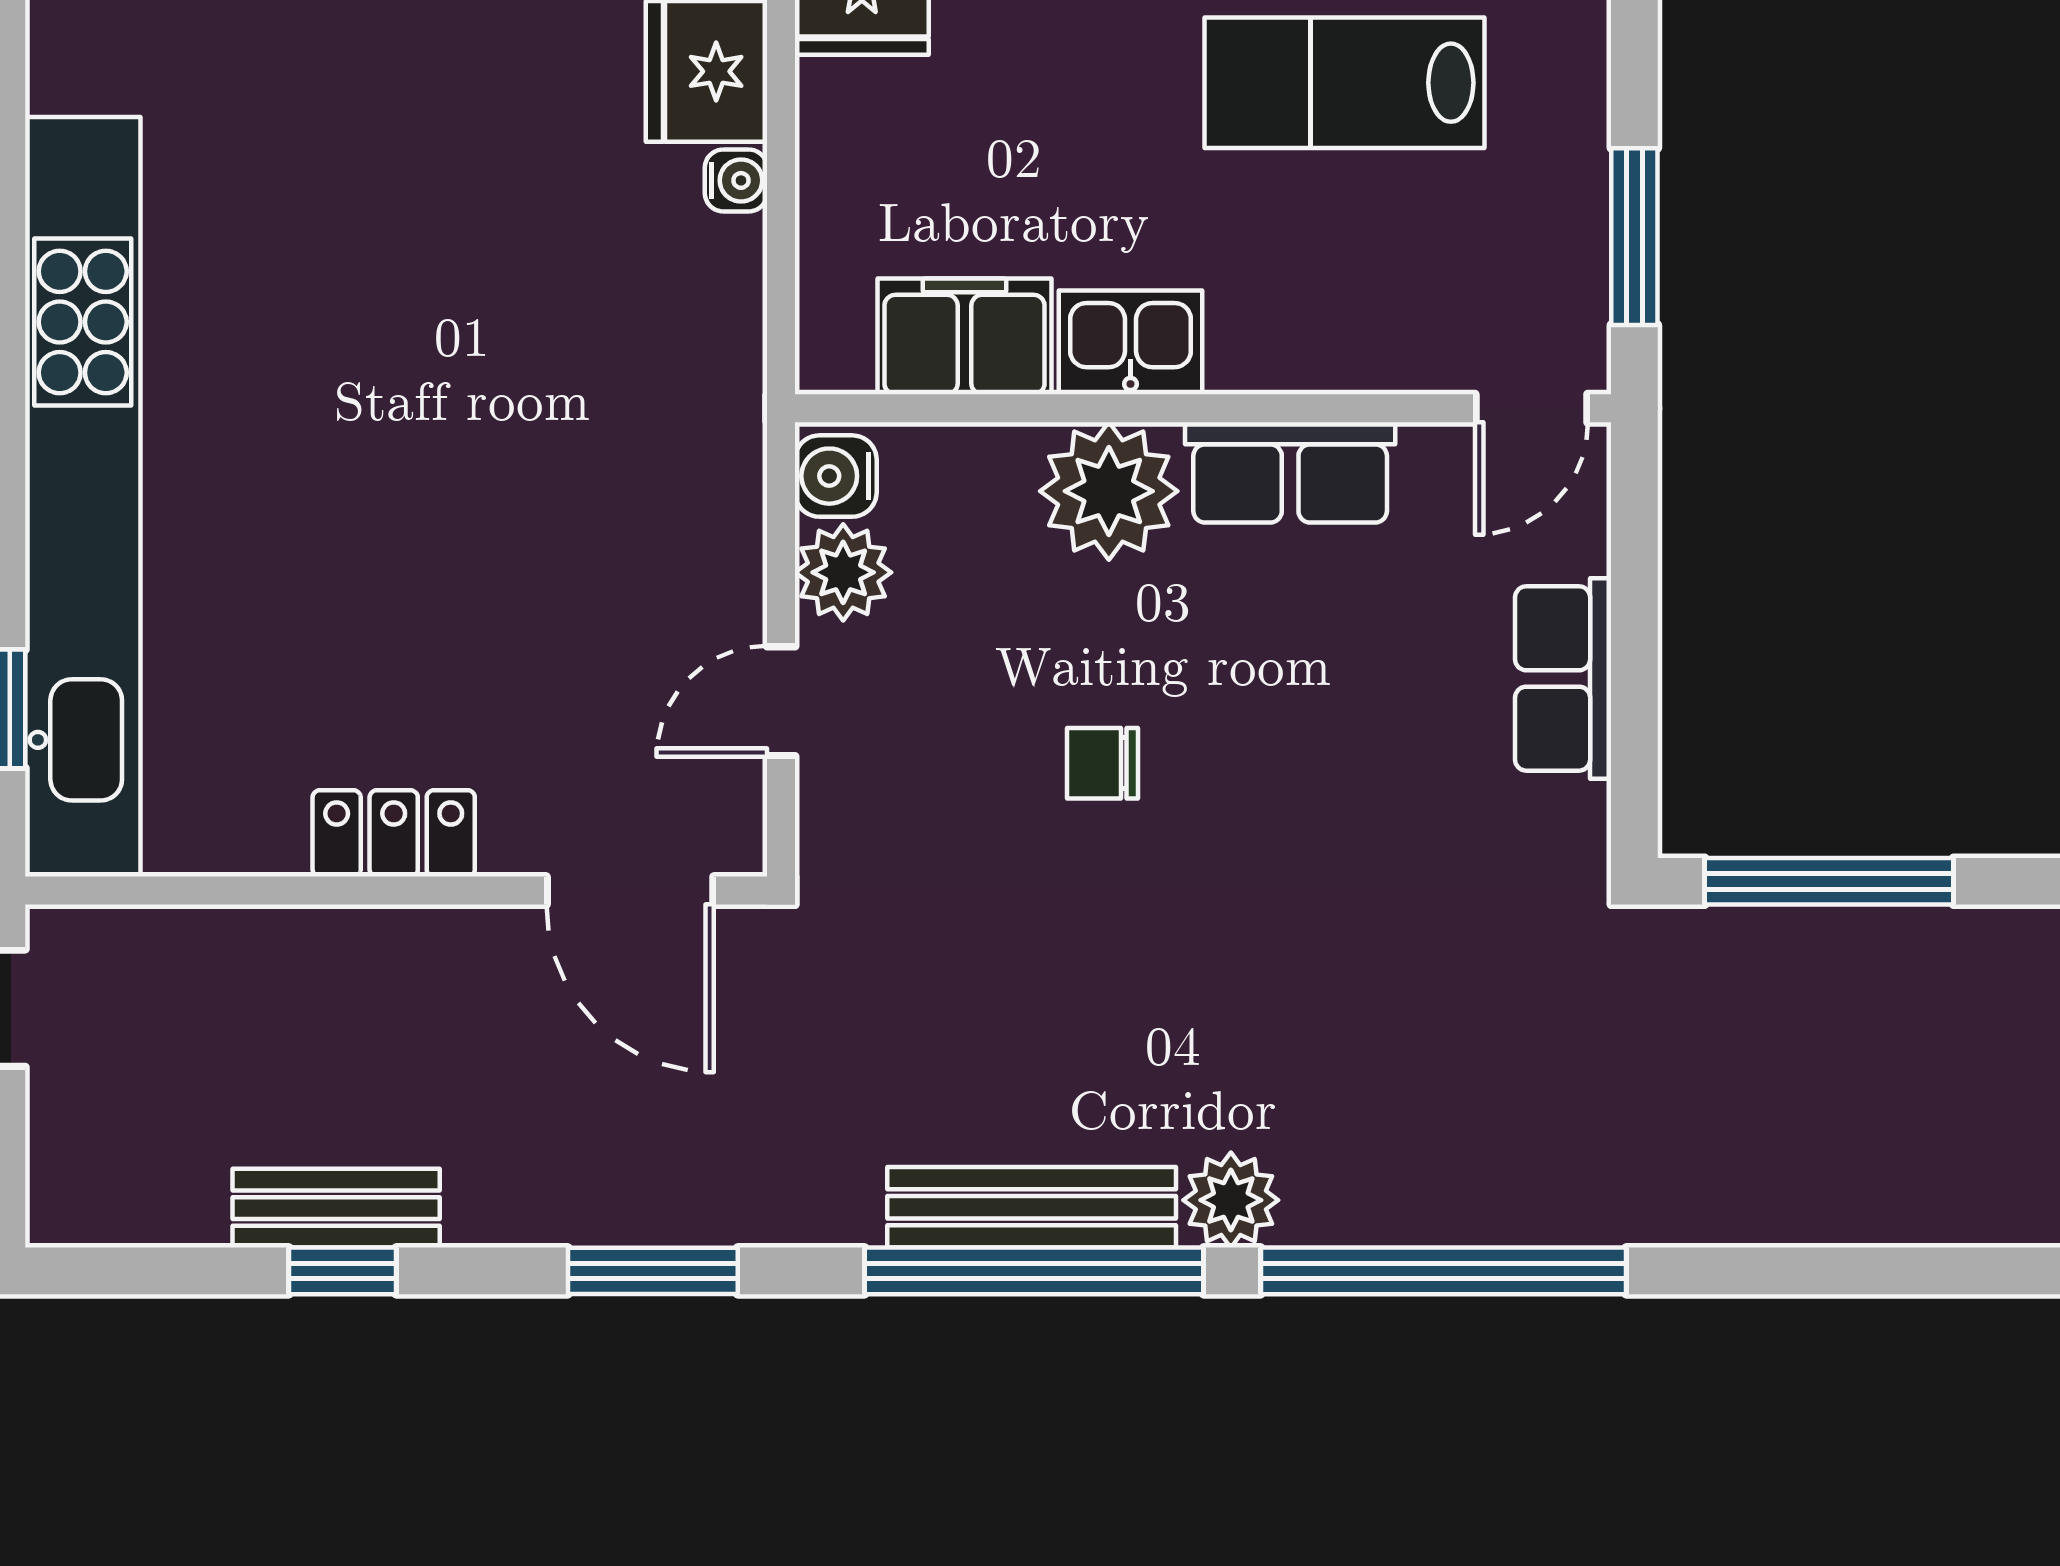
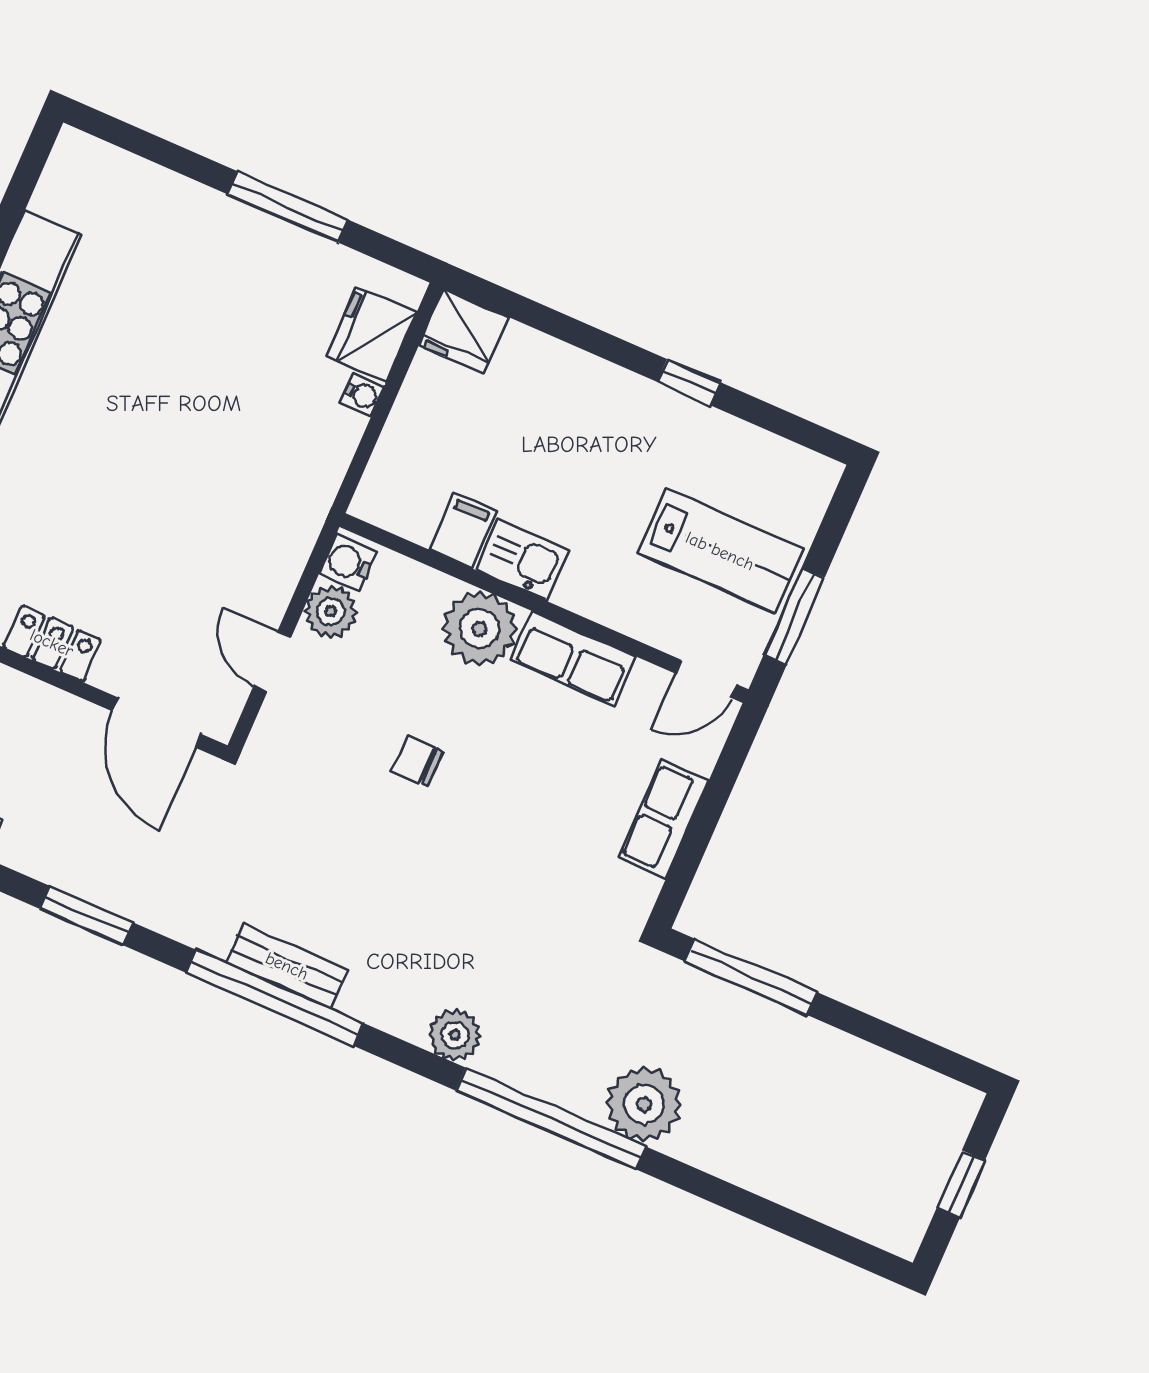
lab bench: (1345, 83) -> (720, 551), moved, turned 180
filing cabinet: (964, 336) -> (463, 530), width x0.50
door: (781, 701) -> (272, 662), hinge flipped
plant: (1741, 1178) -> (644, 1104), added
plant: (1231, 1200) -> (455, 1035), moved
bench: (1032, 1207) -> (287, 966), width x0.73
window: (1443, 1271) -> (551, 1119), moved

